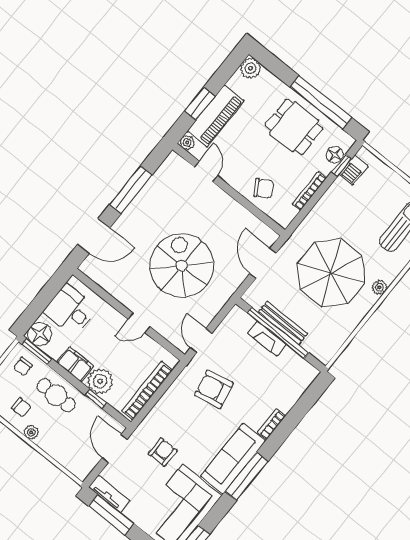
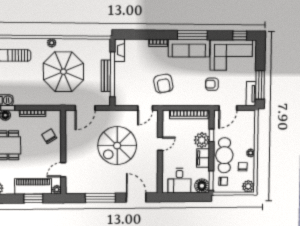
door: (139, 323) -> (160, 144), hinge flipped
fireplace: (267, 339) -> (120, 50), moved
cafe table: (56, 395) -> (224, 155), width x1.37, depth x1.35

